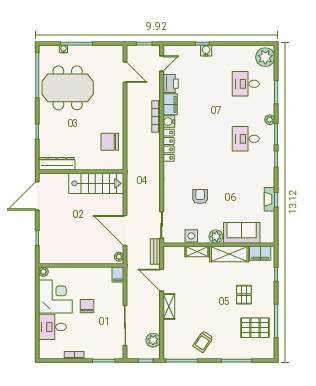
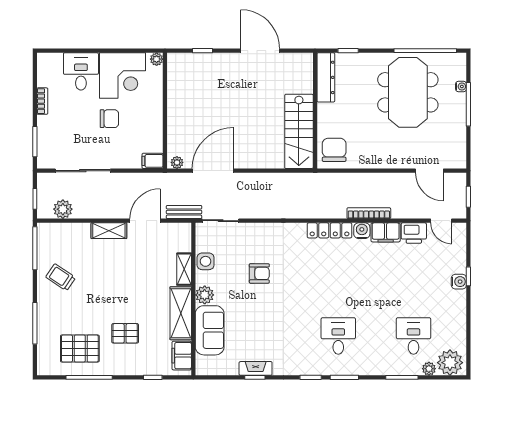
door: (125, 72) -> (429, 171), hinge flipped
plant: (270, 120) -> (429, 369), moved
dresser: (57, 164) -> (326, 77), moved
wall: (81, 172) -> (315, 111), moved
stairs: (96, 183) -> (299, 131), moved
pallet: (255, 328) -> (80, 349), turned 90

